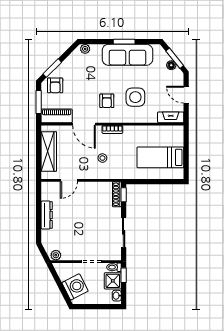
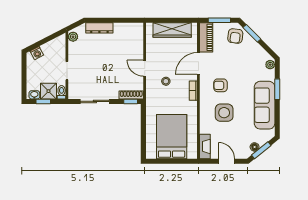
window: (124, 42) -> (277, 89), moved
armchair: (55, 85) -> (235, 36), turned -83
door: (186, 95) -> (226, 161), hinge flipped
bed: (160, 157) -> (172, 137), width x1.50
door: (69, 180) -> (145, 68), moved
dresser: (47, 215) -> (99, 28), moved
window: (124, 275) -> (43, 101), moved
washing machine: (75, 287) -> (37, 53), width x0.53, depth x0.53

